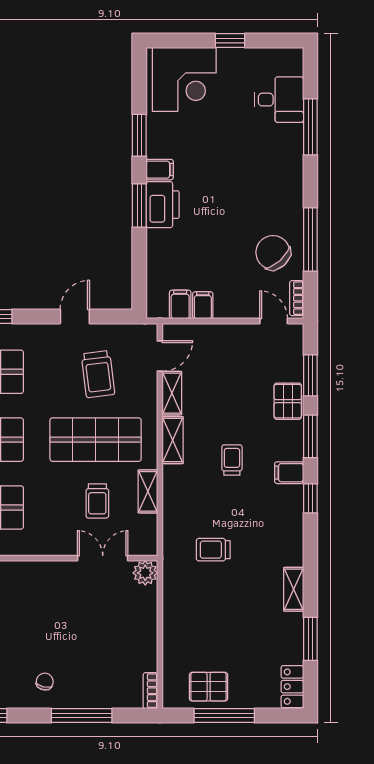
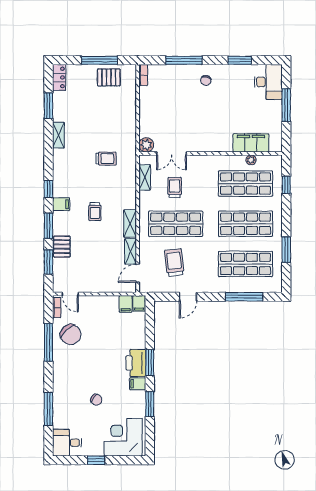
desk: (279, 100) -> (67, 443), moved
chair: (230, 143) -> (96, 400), added
filing cabinet: (203, 305) -> (139, 303), moved
shelving: (148, 491) -> (145, 177), moved

